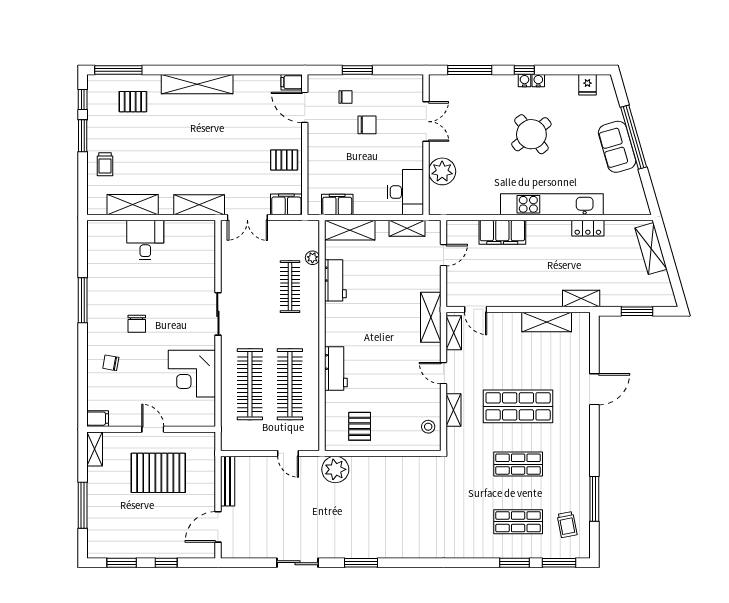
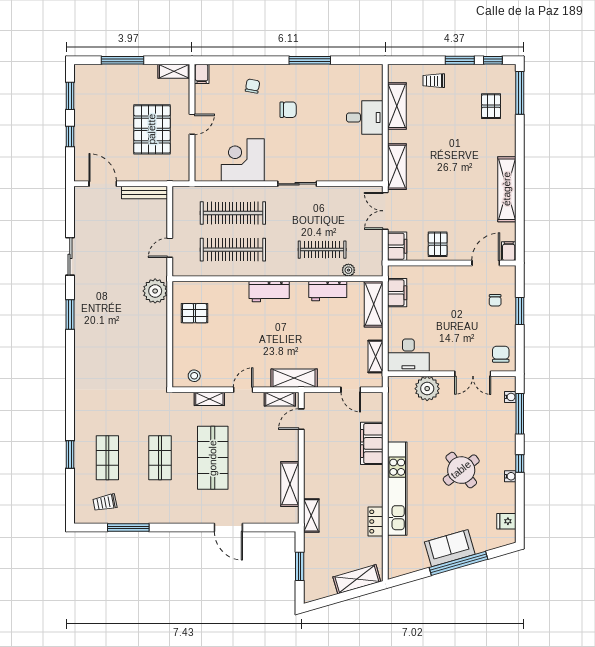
water cooler: (524, 81) -> (510, 397), moved
shelving: (197, 84) -> (507, 189), moved
chair: (367, 125) -> (501, 354), moved, turned 180
chair: (137, 324) -> (288, 110), turned 180
workbench: (336, 369) -> (269, 292), moved
window: (559, 563) -> (70, 495), removed

